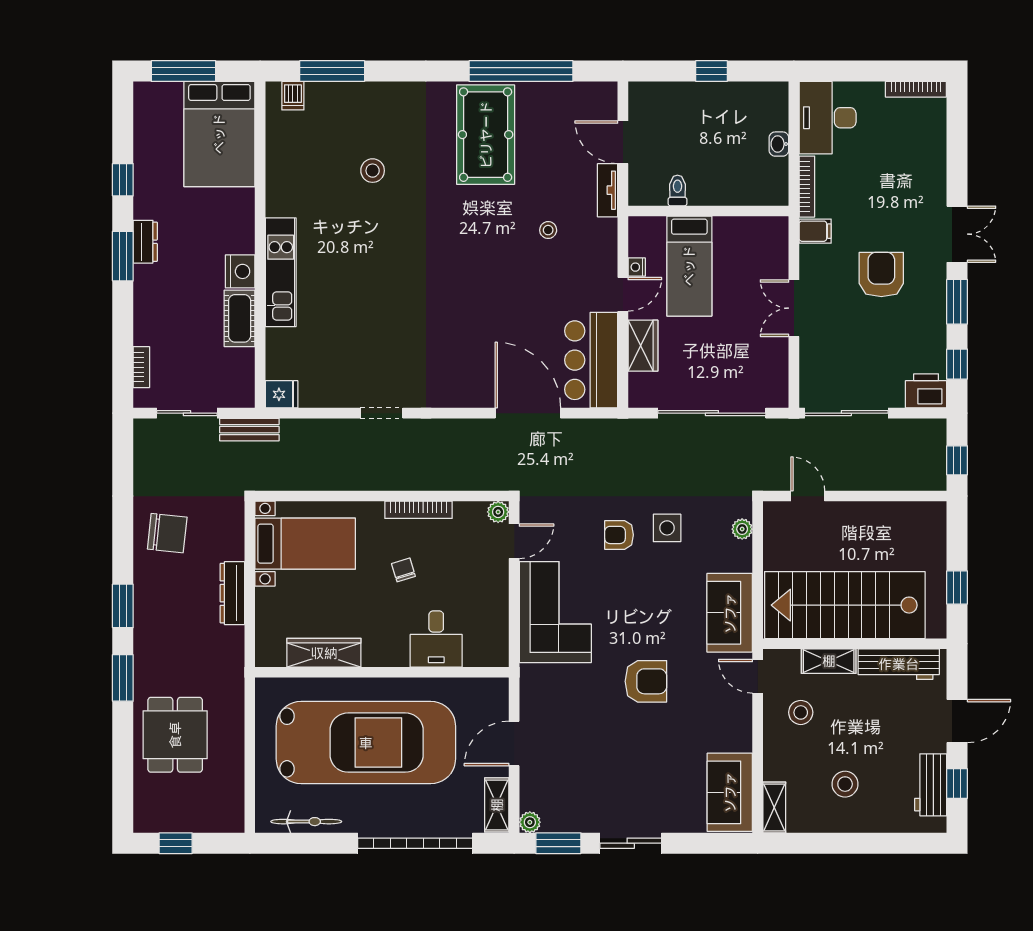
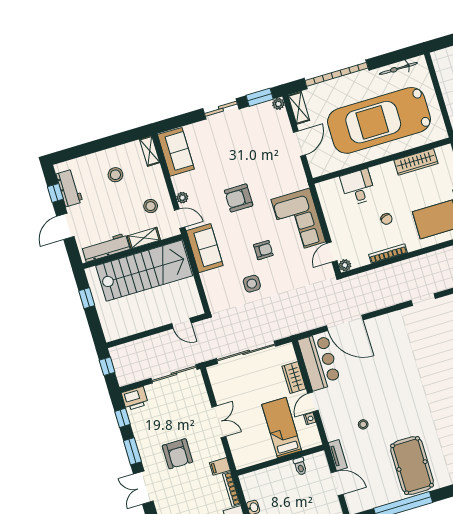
plant: (742, 529) -> (182, 198), moved
armchair: (619, 535) -> (263, 250), moved

